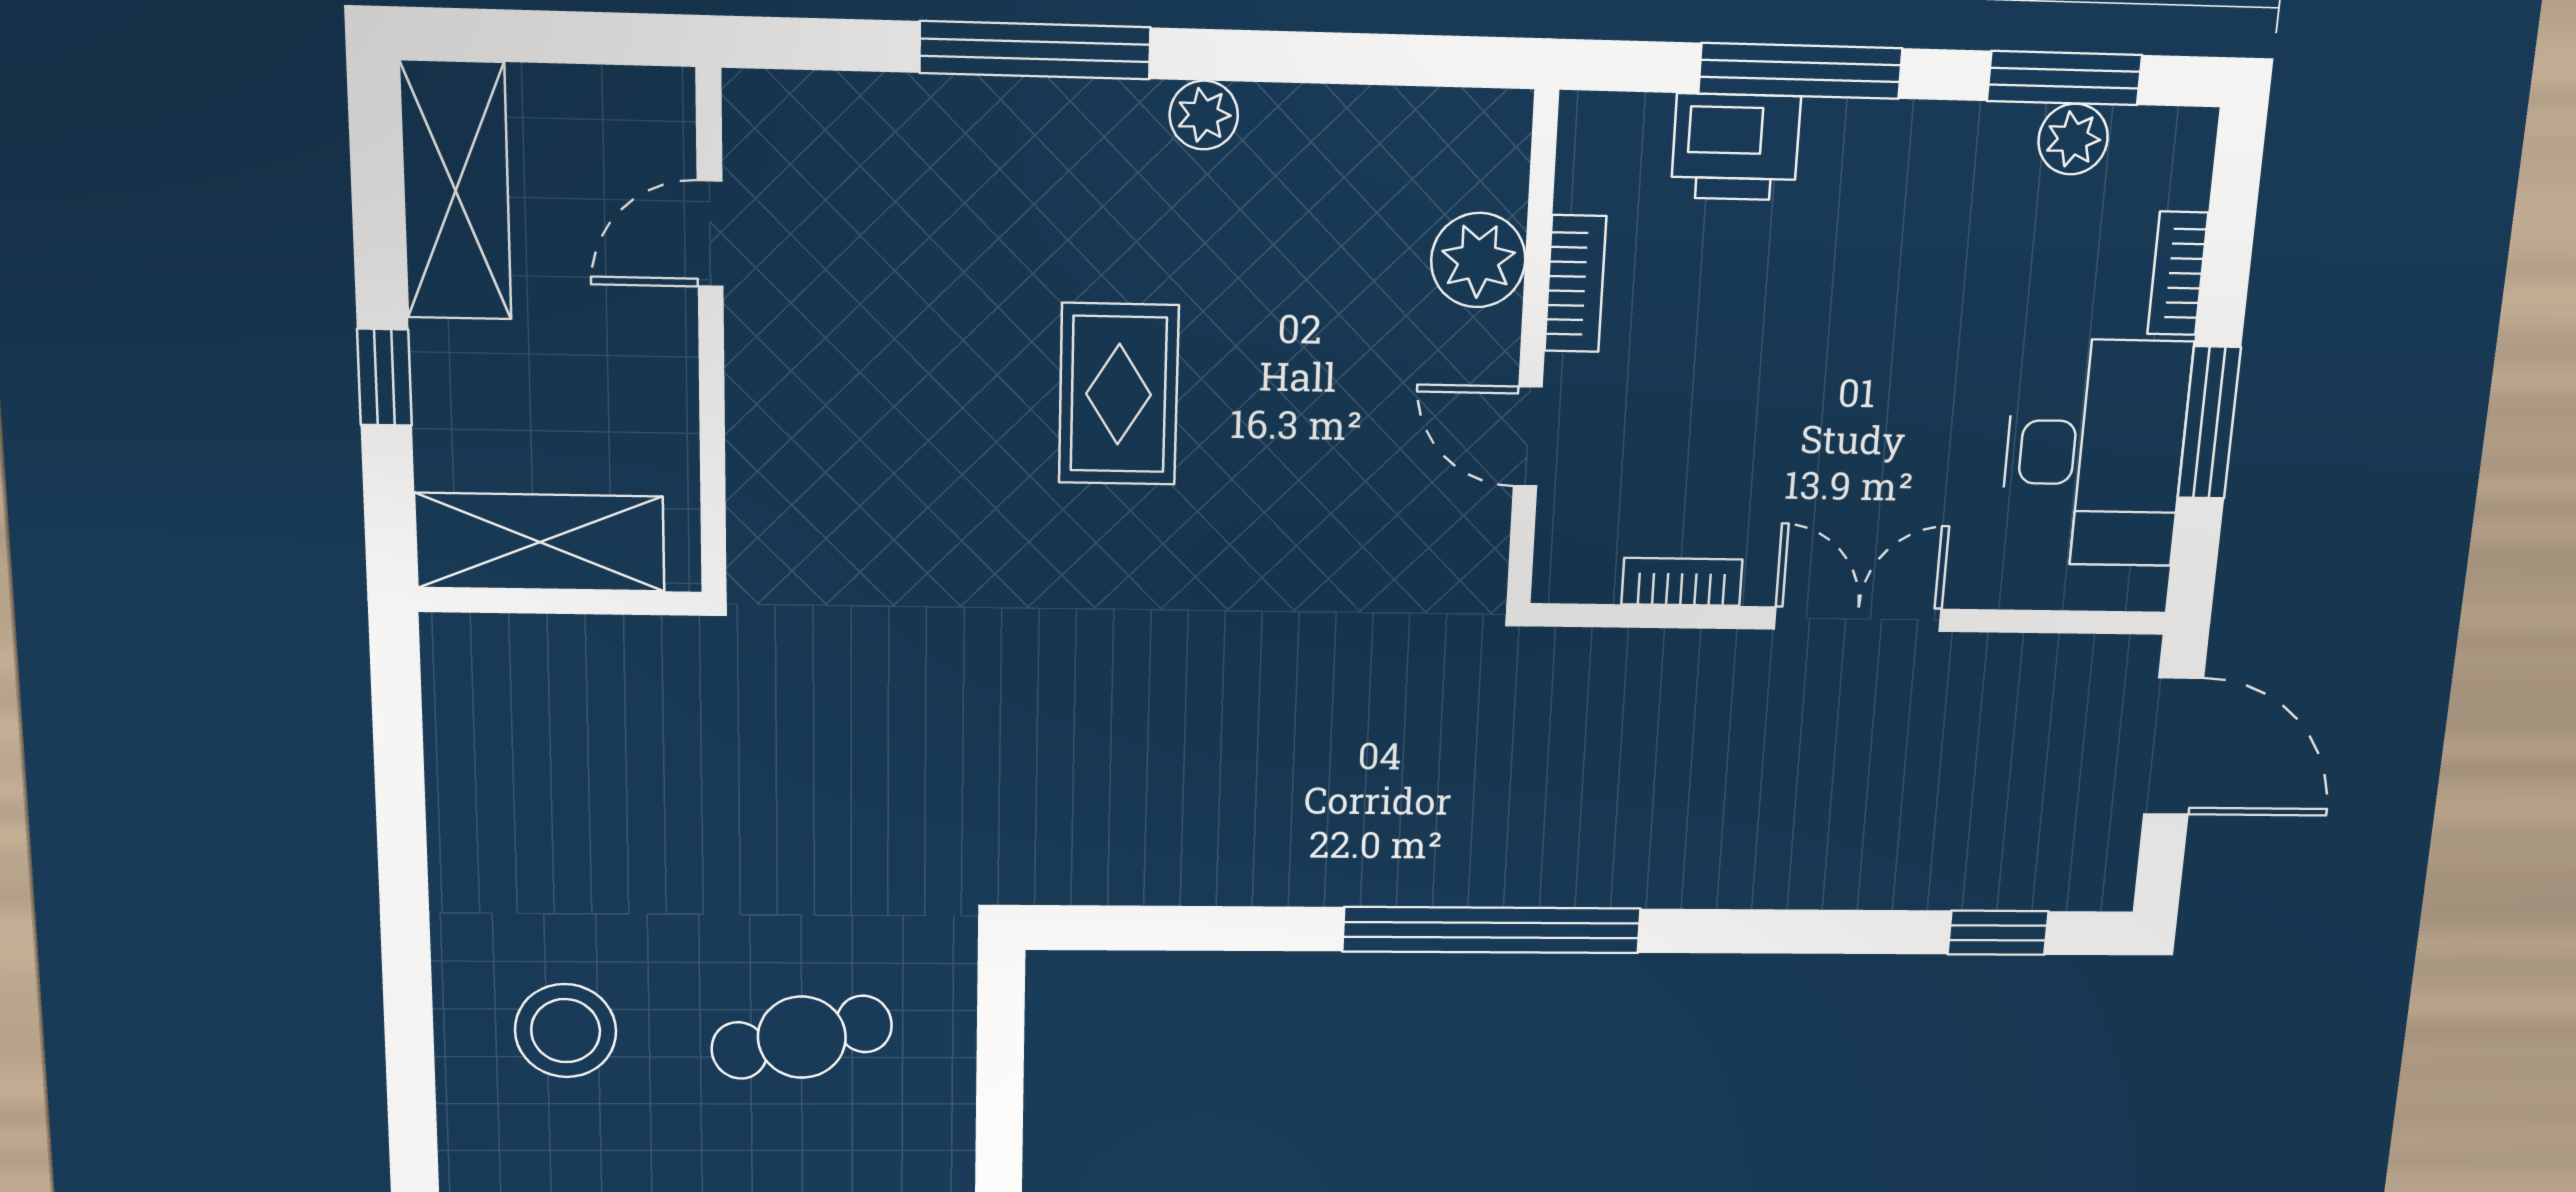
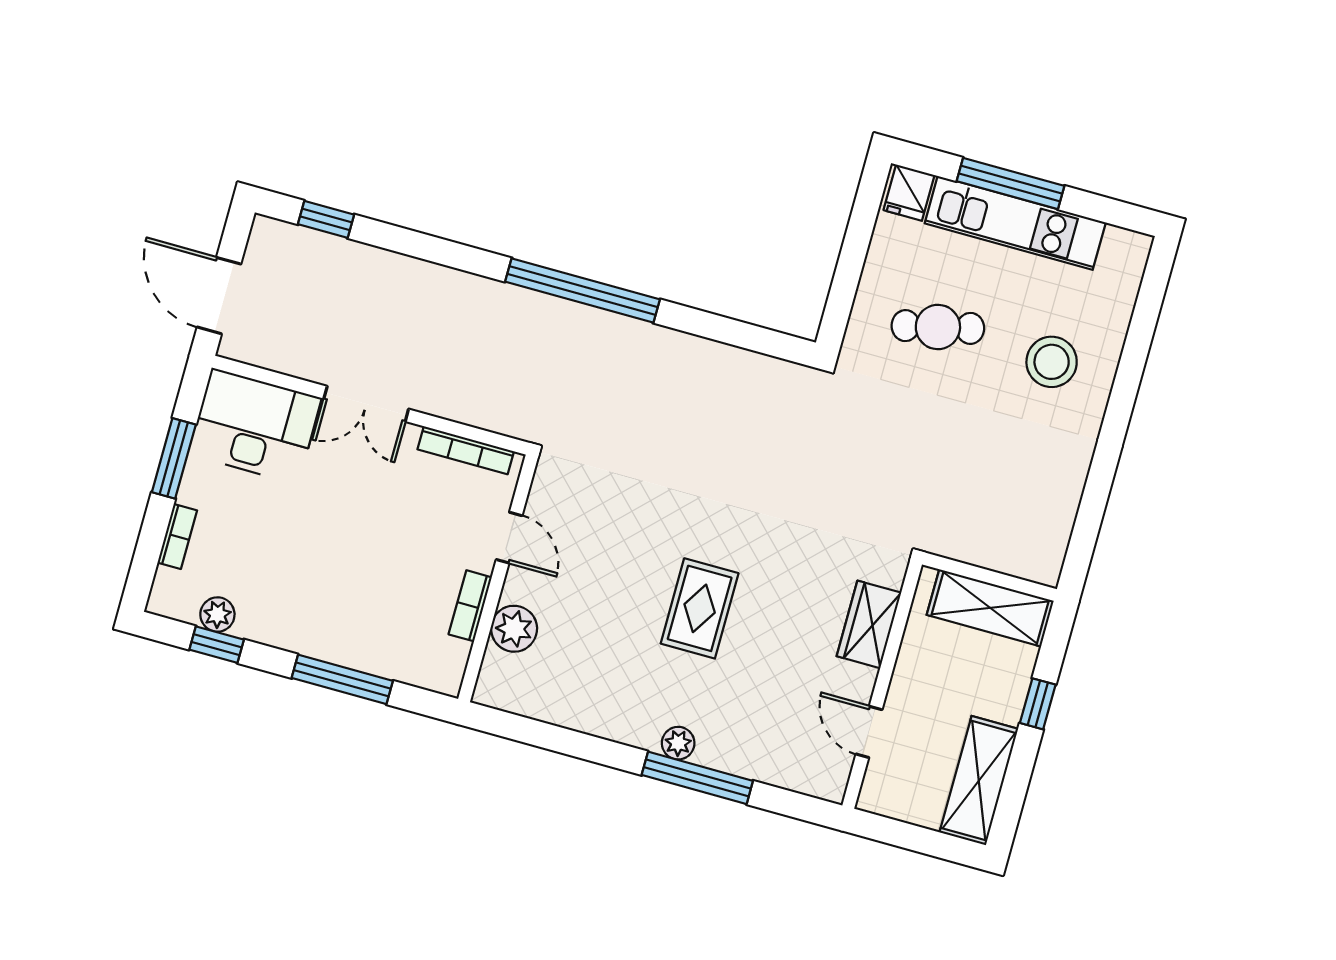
window: (2064, 78) -> (217, 645), width x0.67
plant: (1204, 115) -> (678, 743), moved
printer: (1736, 147) -> (380, 651), removed
door: (710, 234) -> (869, 732), swing flipped
wardrobe: (772, 448) -> (869, 624), added
desk: (2095, 453) -> (255, 426), moved, turned 90
bookcase: (1682, 582) -> (466, 450), width x1.56

